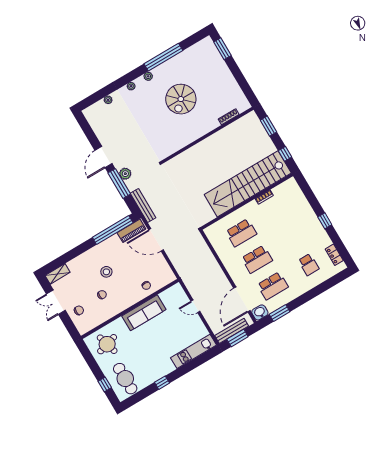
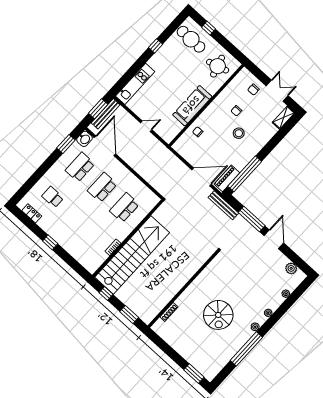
spiral stairs: (181, 99) -> (218, 315), turned 180
plant: (125, 174) -> (291, 268), moved

